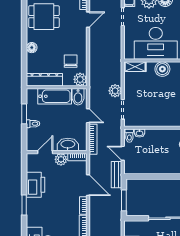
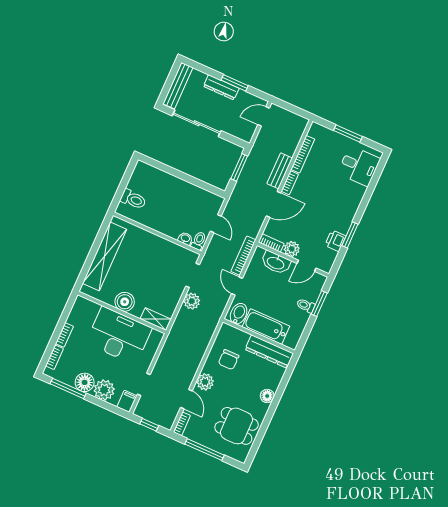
door: (88, 20) -> (186, 399), swing flipped
plant: (80, 79) -> (205, 382), moved
window: (24, 114) -> (319, 304), moved
bench: (117, 175) -> (280, 171), moved
printer: (36, 185) -> (335, 241), width x0.53, depth x0.68
door: (88, 185) -> (273, 204), swing flipped
window: (24, 205) -> (350, 235), moved

